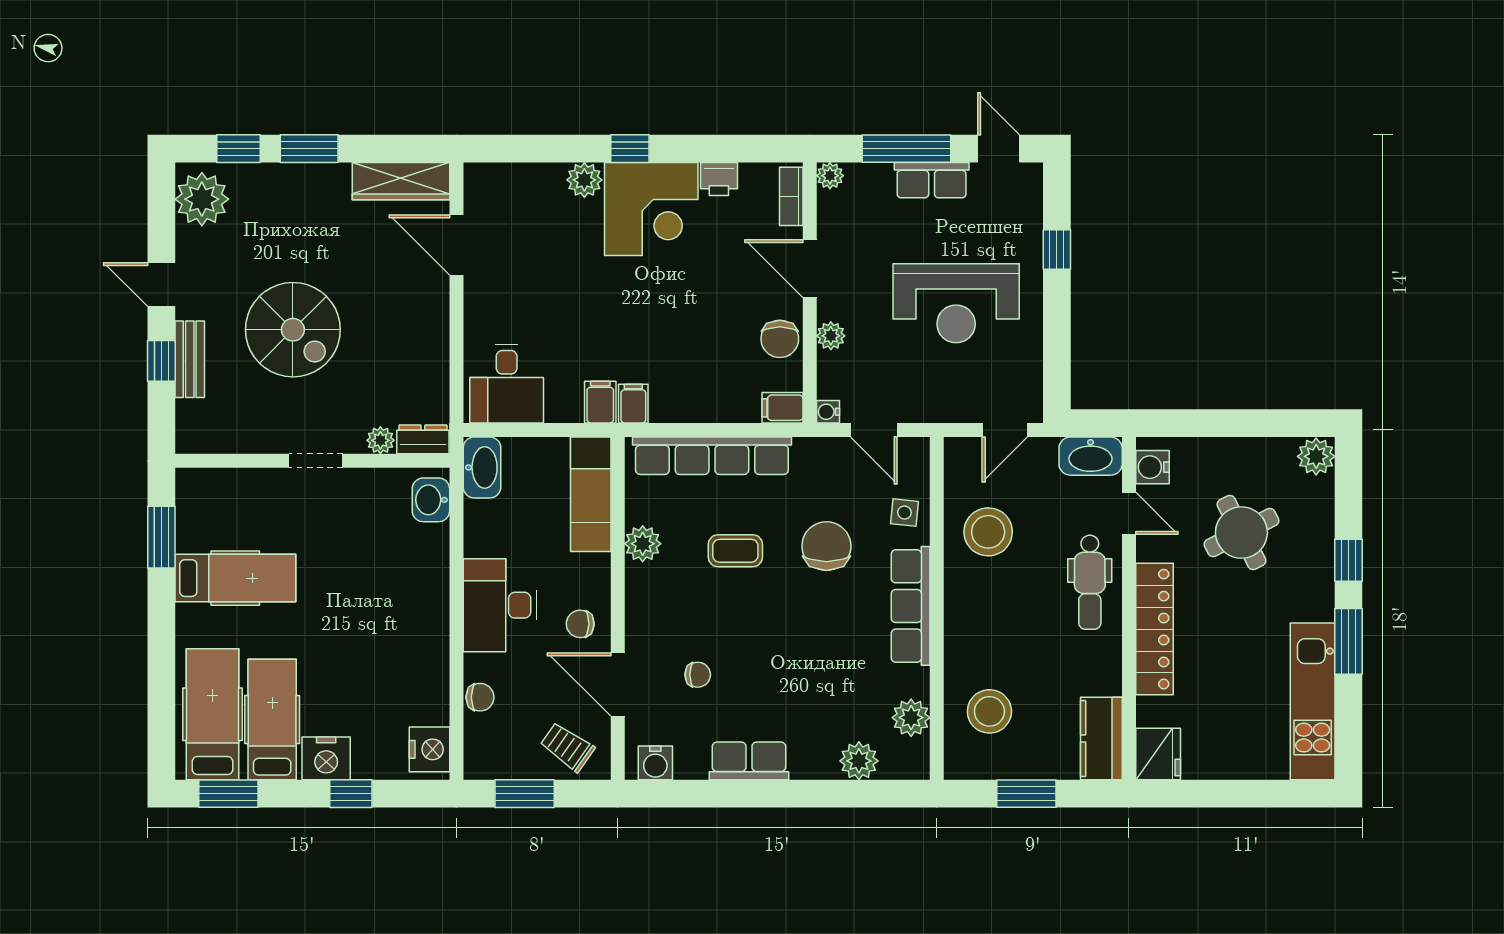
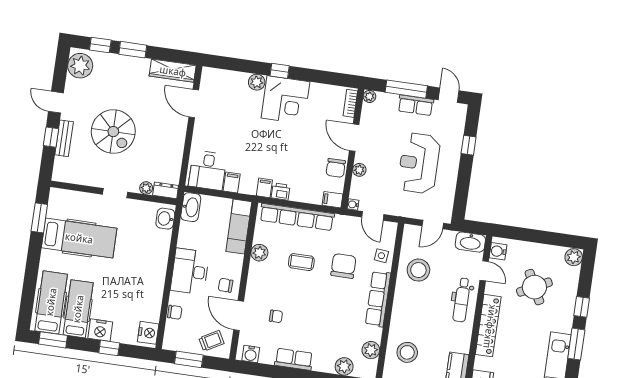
printer: (719, 179) -> (280, 192), moved, turned 180
reception desk: (956, 303) -> (419, 163), turned 90
filing cabinet: (600, 402) -> (232, 182), moved
hospital bed: (235, 578) -> (79, 238), width x1.37, depth x1.29
trolley: (567, 747) -> (211, 341), turned 116

